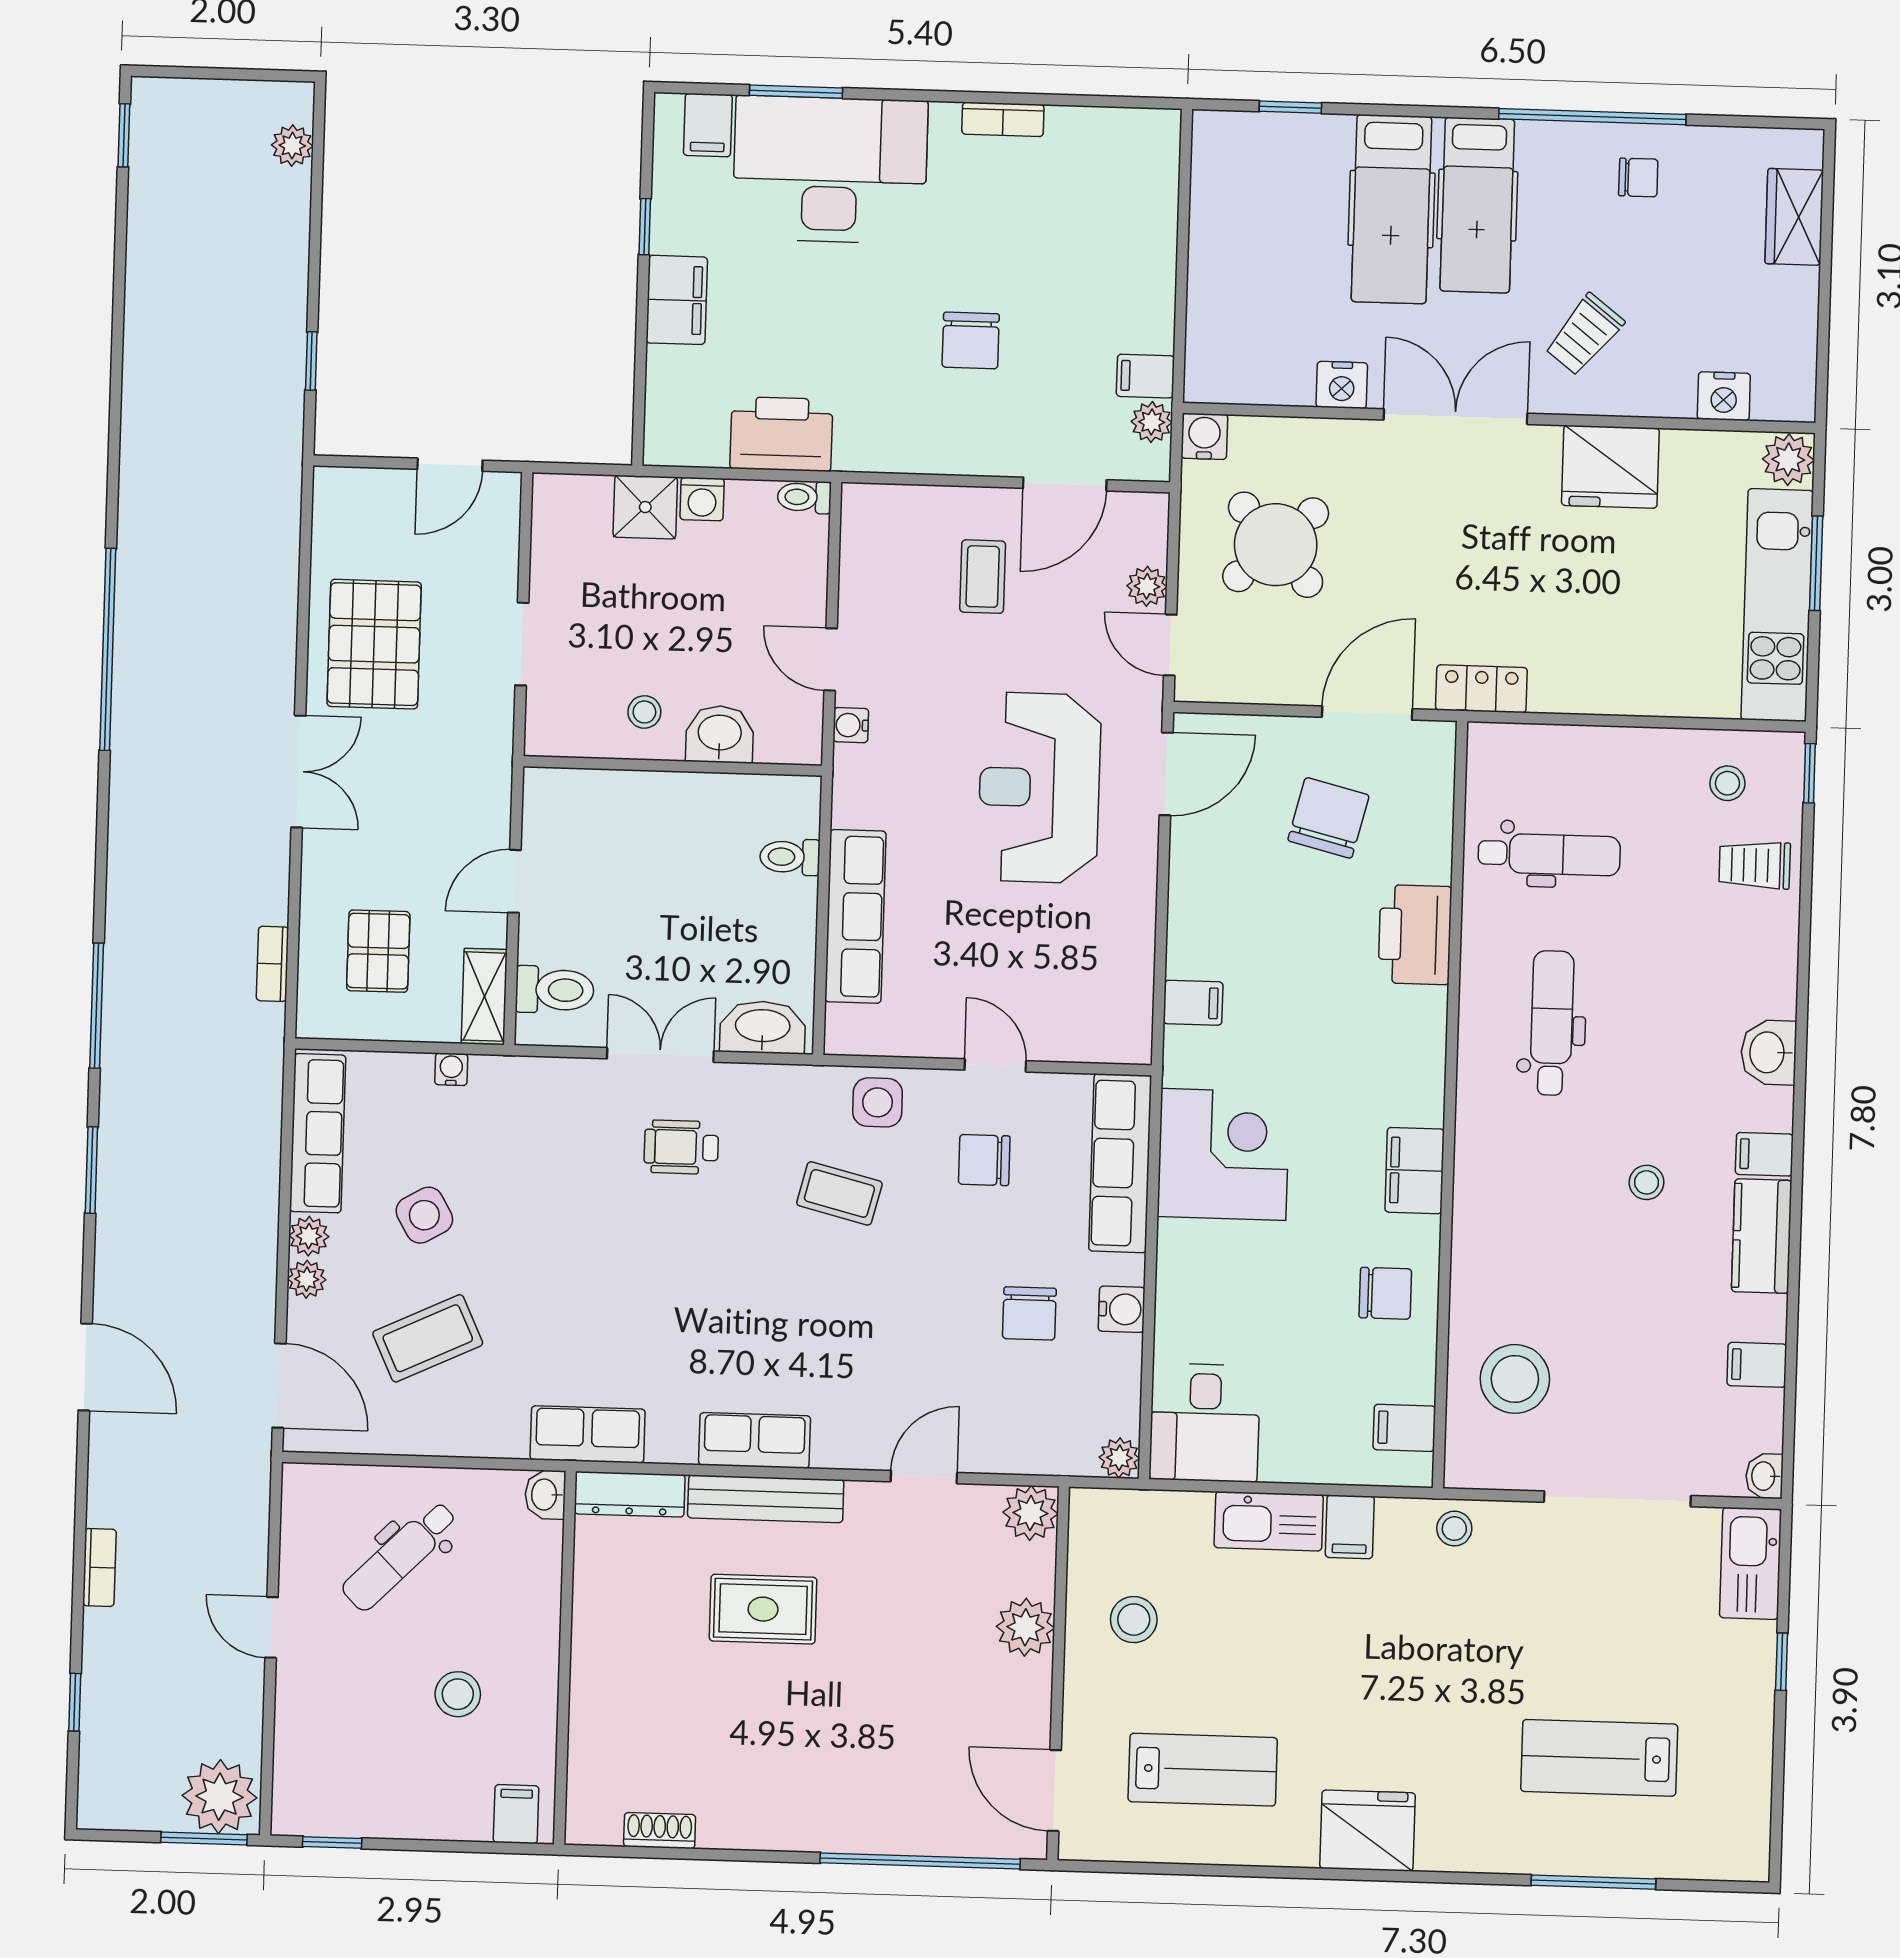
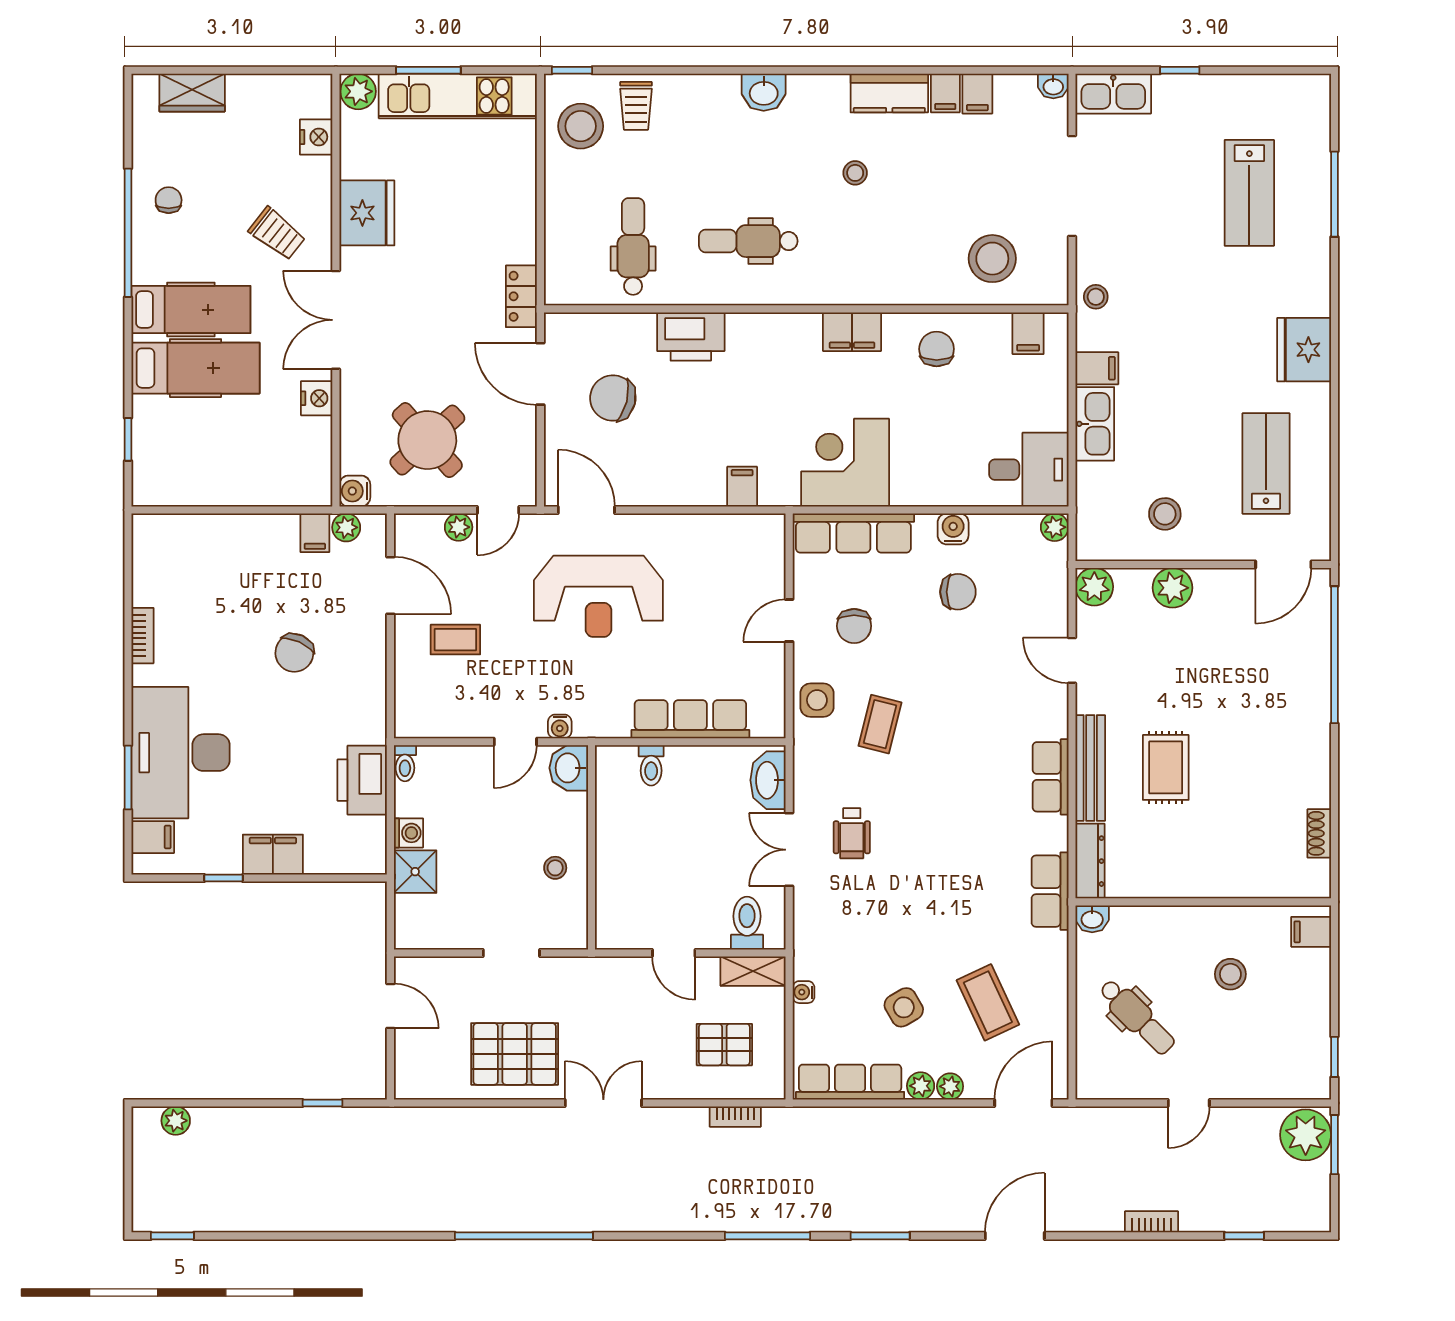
chair: (971, 340) -> (294, 653), turned 115
washbasin: (720, 734) -> (569, 768), moved
stool: (1727, 783) -> (581, 126), width x1.89, depth x1.89
filing cabinet: (1764, 1154) -> (945, 93), moved

